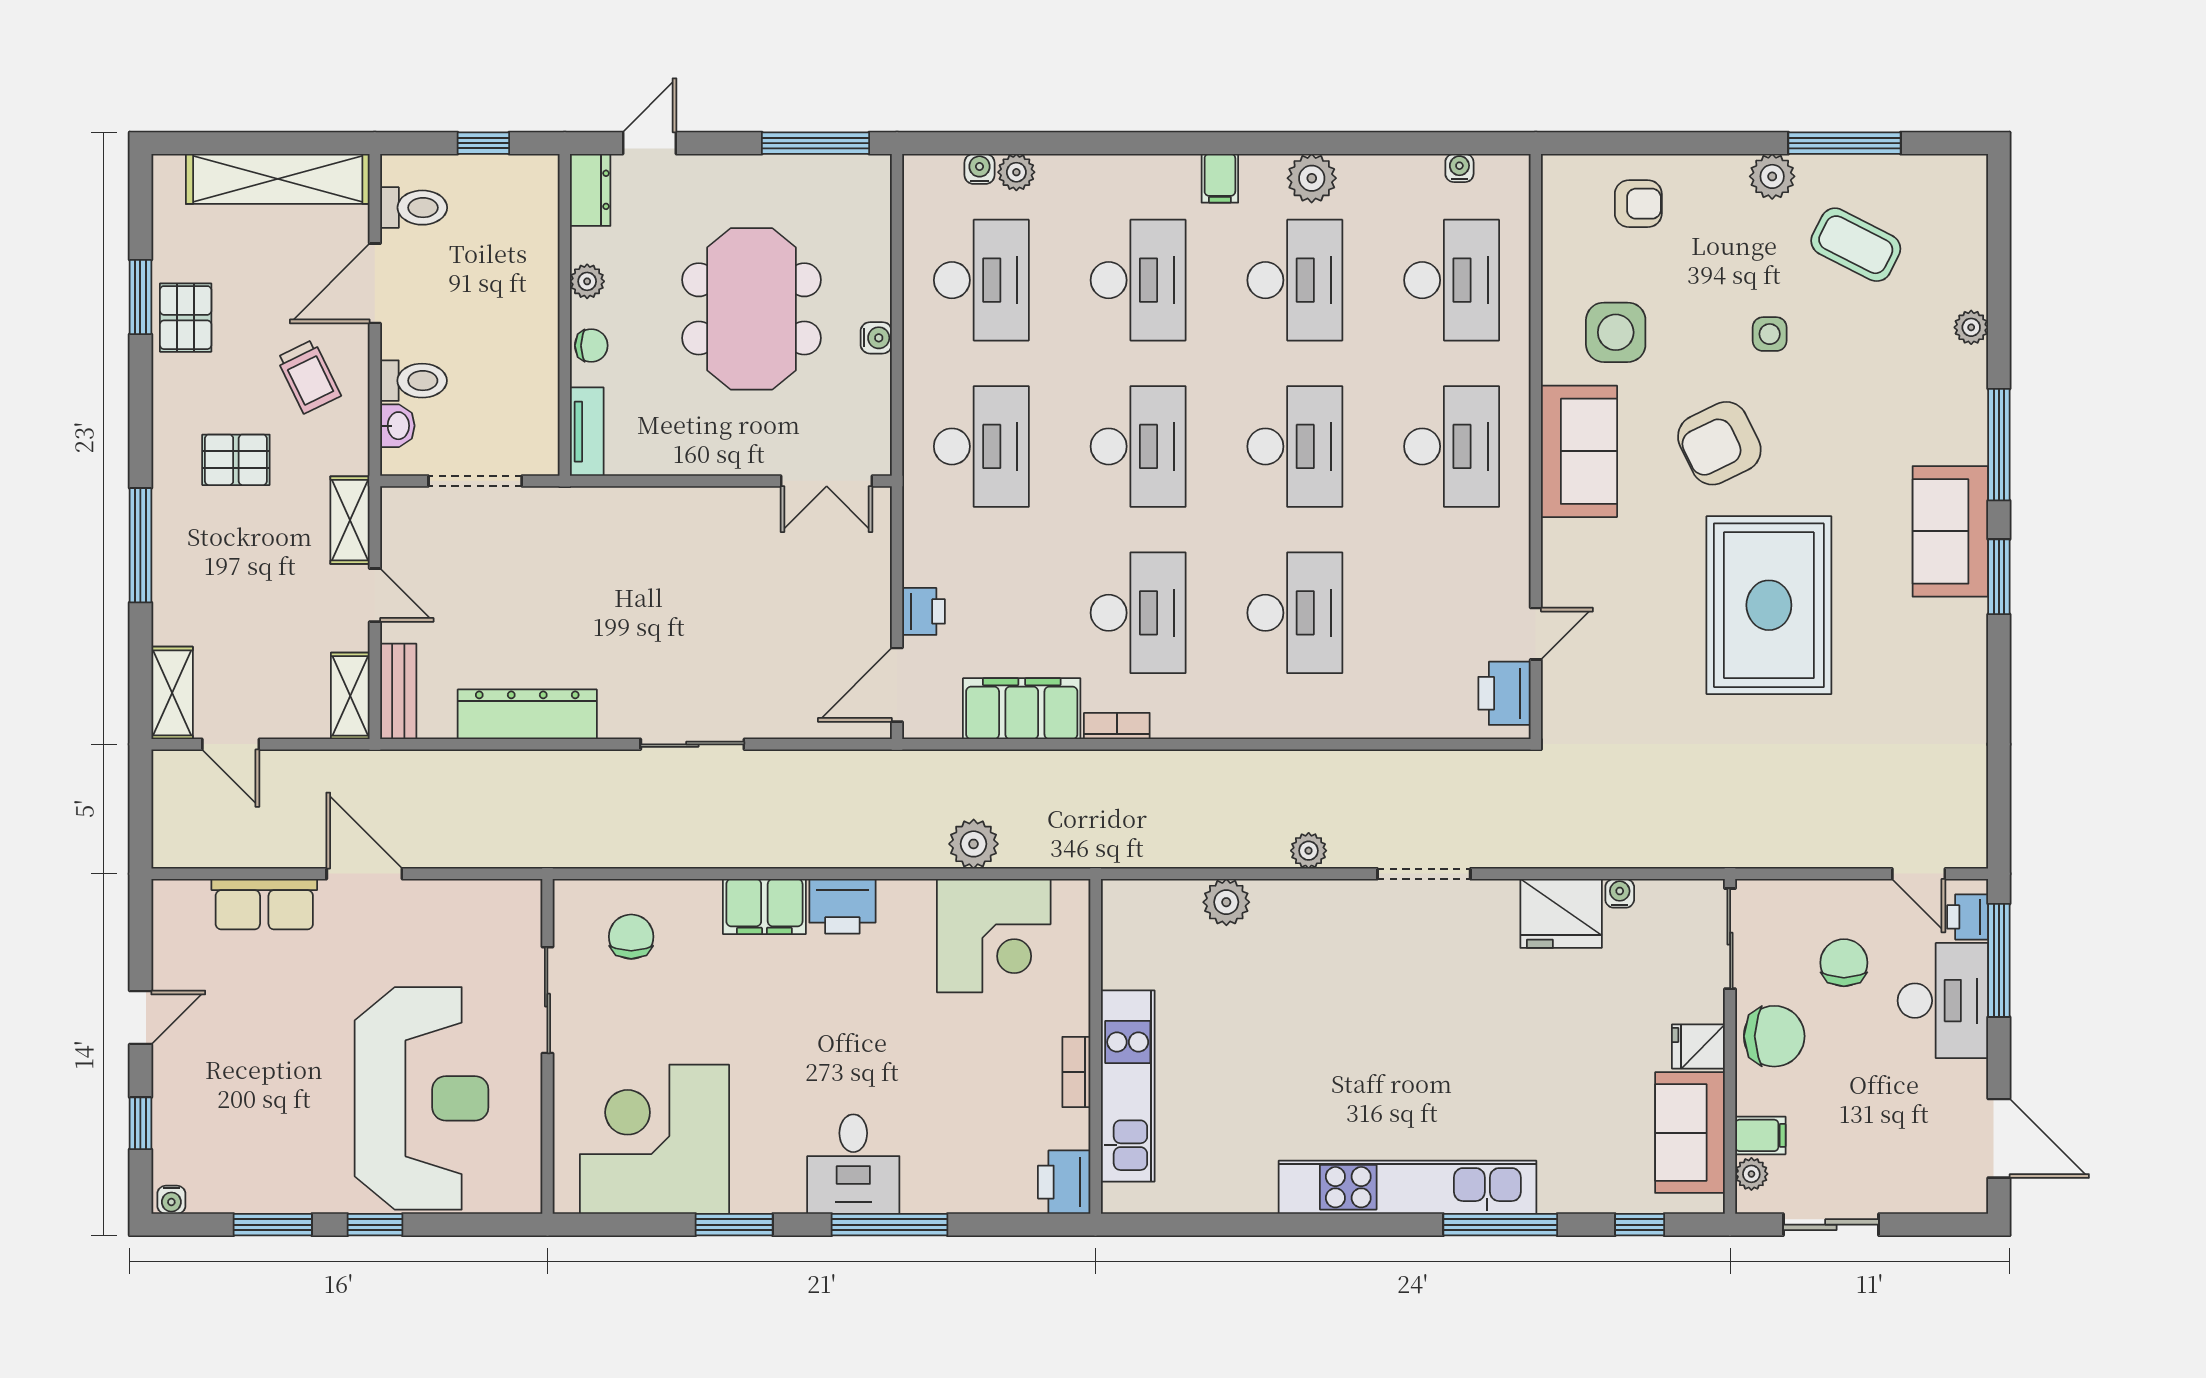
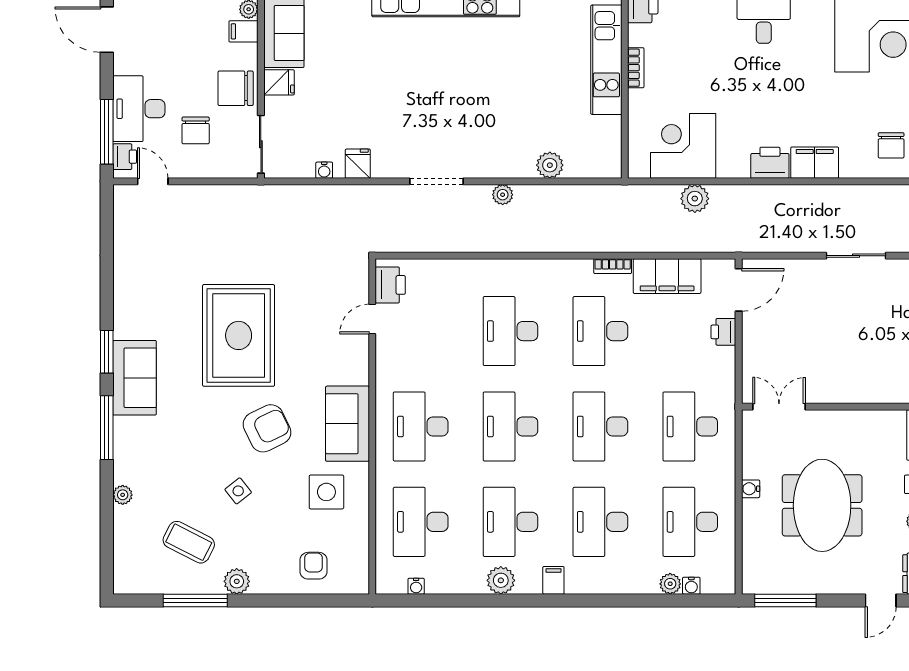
armchair: (1638, 204) -> (314, 566), turned 90
side table: (1770, 334) -> (238, 491), turned -38
fridge: (1561, 913) -> (358, 164), width x0.53, depth x0.75

